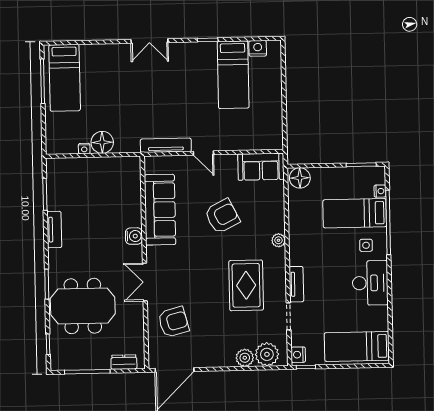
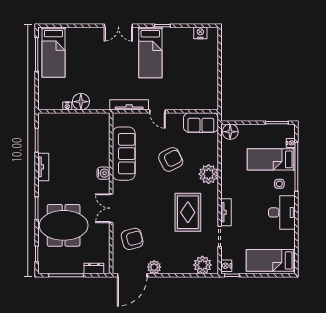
bed: (233, 75) -> (150, 52), moved
plant: (278, 240) -> (209, 174), width x1.88, depth x1.88
plant: (245, 358) -> (154, 267), moved

